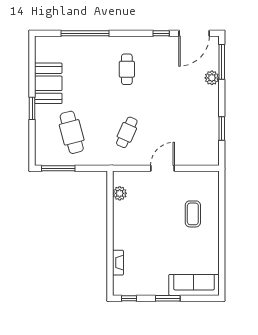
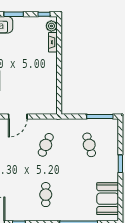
booth: (48, 83) -> (108, 199), moved
cafe table: (72, 132) -> (89, 145), width x0.73, depth x0.74
plant: (120, 193) -> (51, 26), moved

